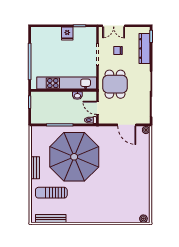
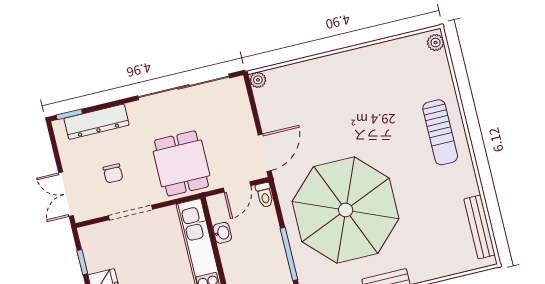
double door: (114, 26) -> (66, 194), swing flipped
dining table: (115, 84) -> (182, 163), turned 90
door: (127, 125) -> (265, 153), moved
sun lounger: (51, 193) -> (440, 132), moved

